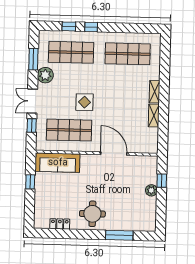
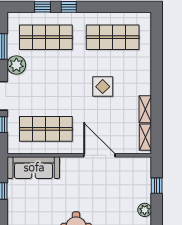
shelving: (155, 92) -> (145, 137), moved
display table: (85, 102) -> (103, 87), moved
plant: (151, 190) -> (145, 210), moved

